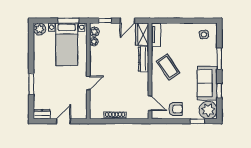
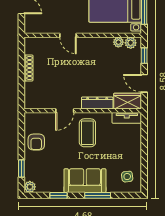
coffee table: (168, 67) -> (87, 133), turned -56
sofa: (207, 83) -> (85, 181), moved
door: (150, 103) -> (65, 111), moved
plant: (208, 110) -> (30, 187), width x0.53, depth x0.53

